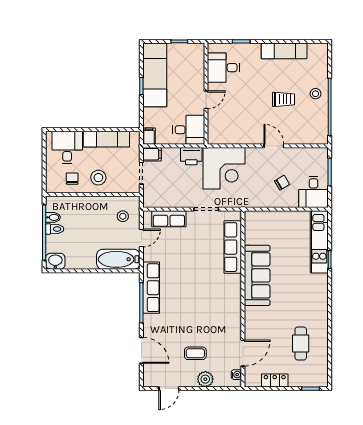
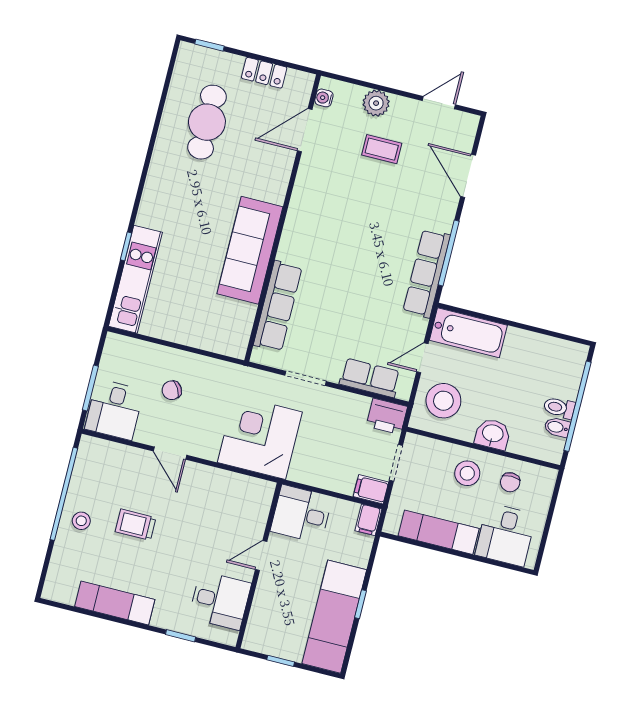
printer: (191, 156) -> (387, 416), moved, turned 180
desk: (314, 192) -> (114, 410), moved, turned 180
stool: (123, 216) -> (443, 401), width x1.89, depth x1.89
washbasin: (55, 261) -> (493, 434), moved, turned 180
cafe table: (301, 343) -> (207, 122), width x1.37, depth x1.35

